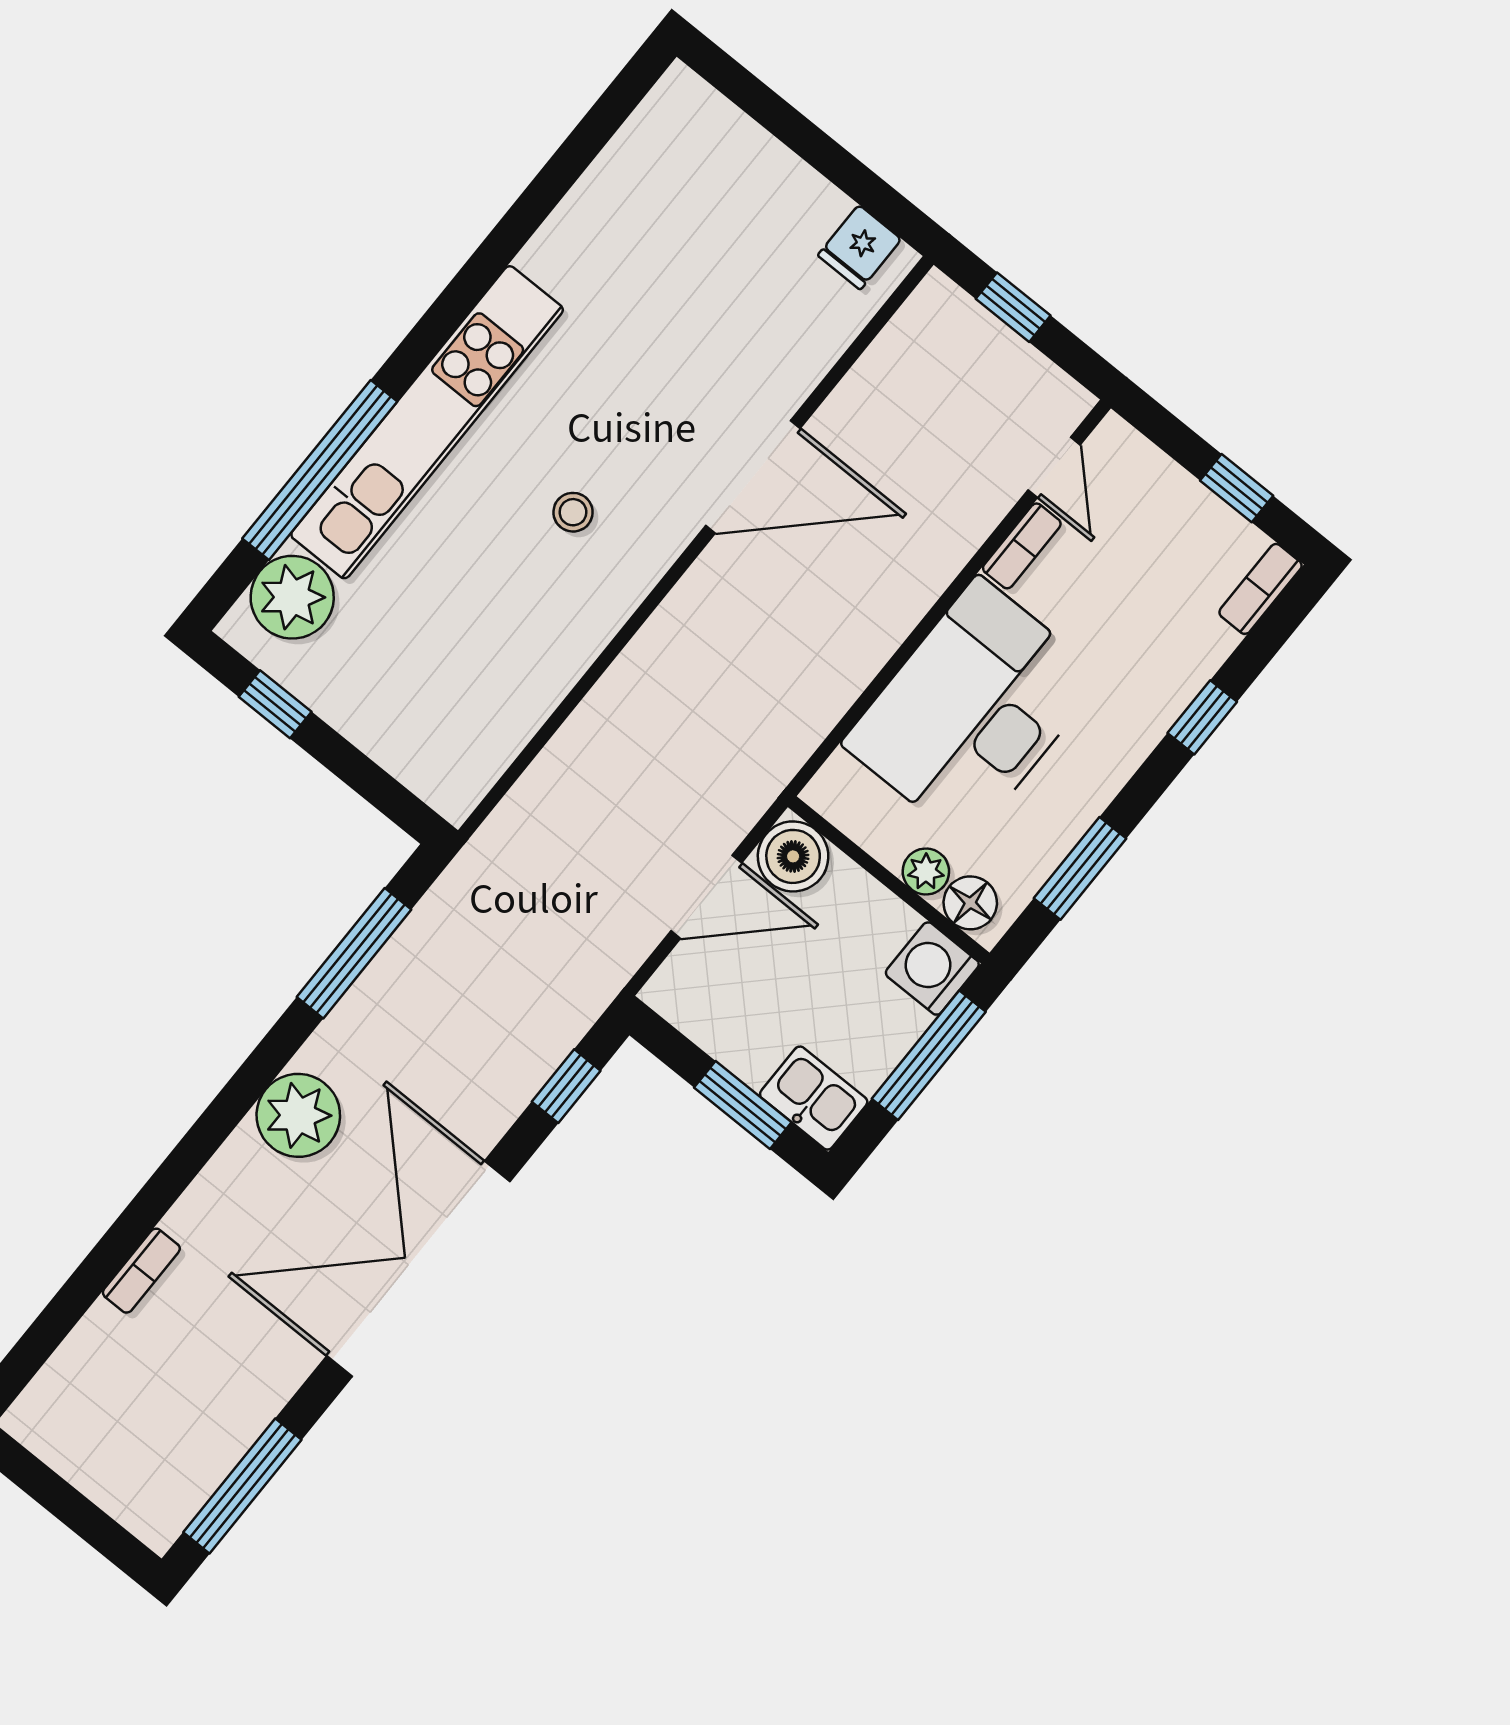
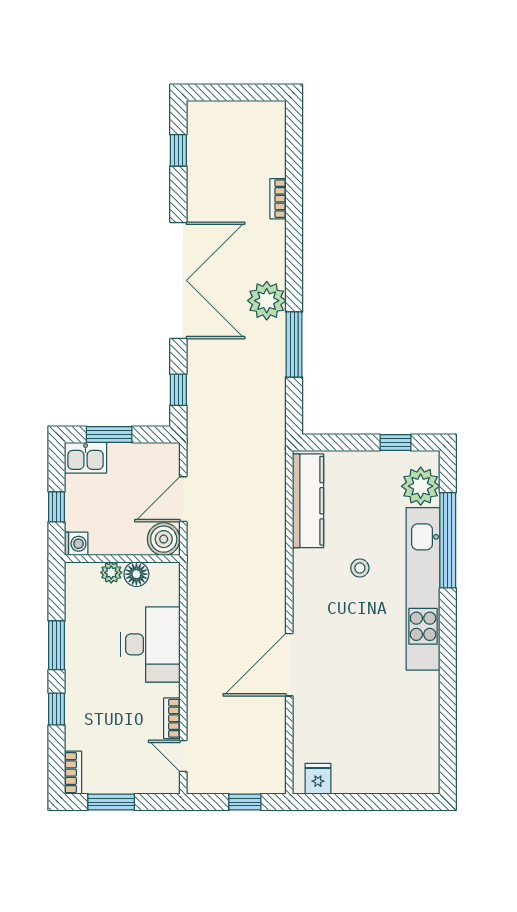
window: (1237, 488) -> (111, 802), width x1.50
stool: (573, 512) -> (360, 568), moved
desk: (973, 710) -> (150, 644), width x0.73, depth x0.77
kitchen counter: (500, 725) -> (308, 501), added
window: (1080, 868) -> (56, 645), moved
floor lamp: (970, 903) -> (136, 574), moved
window: (354, 953) -> (294, 345), moved
washing machine: (932, 969) -> (76, 544), width x0.73, depth x0.73
window: (929, 1055) -> (56, 507), width x0.46
window: (242, 1486) -> (178, 150), width x0.46

